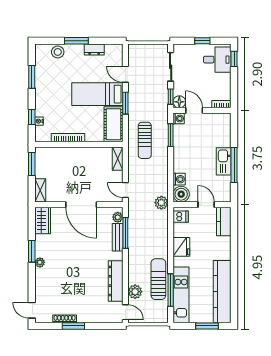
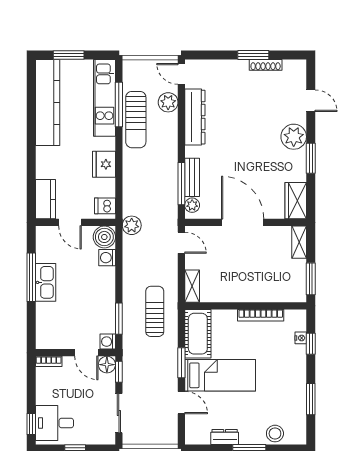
plant: (40, 262) -> (294, 137), width x1.87, depth x1.87
door: (32, 310) -> (311, 101), moved

